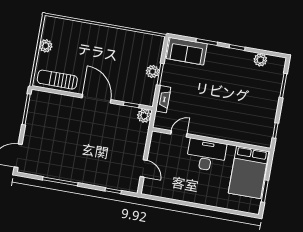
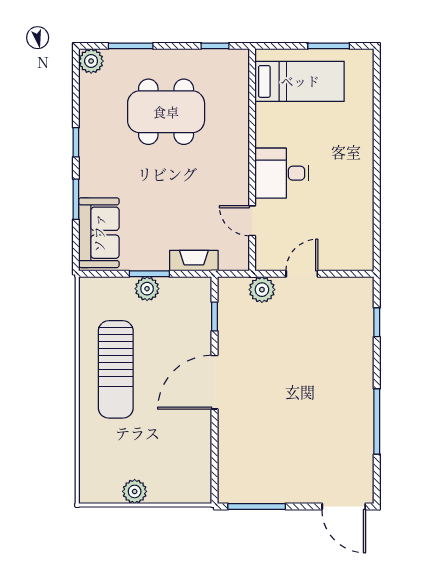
plant: (260, 60) -> (91, 61), moved
sun lounger: (57, 80) -> (116, 369), moved, width x1.36, depth x1.34
dining table: (245, 98) -> (166, 112), added
plant: (144, 116) -> (262, 290), moved
desk: (206, 155) -> (282, 173), width x0.73
door: (144, 168) -> (302, 274), moved
bed: (249, 172) -> (300, 81), width x0.67

